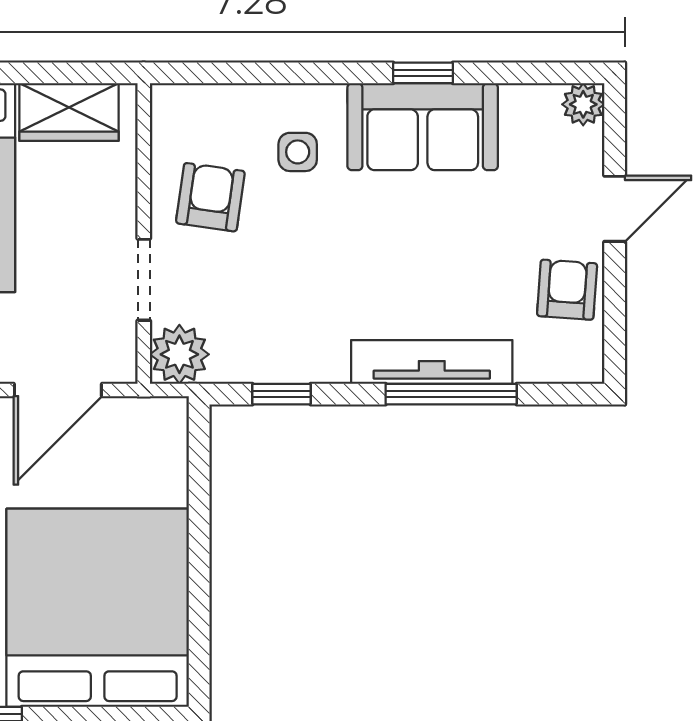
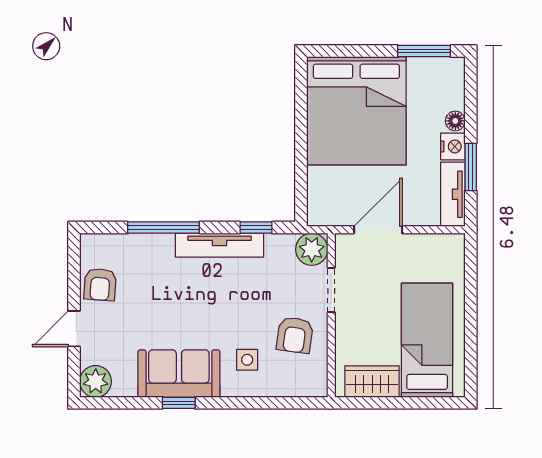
plant: (583, 104) -> (96, 381), width x1.38, depth x1.38
tv unit: (432, 362) -> (219, 245), moved

